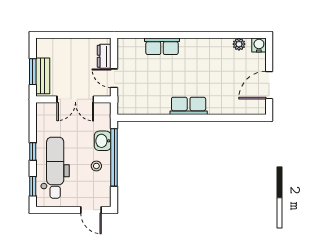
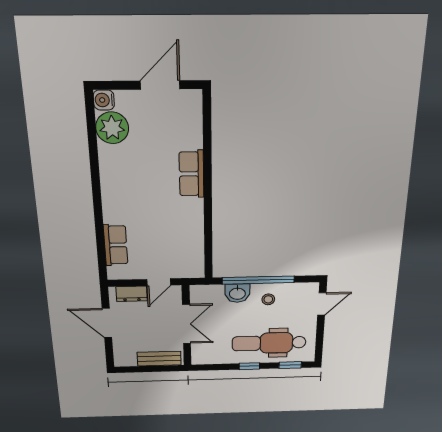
door: (78, 35) -> (107, 323), added
plant: (239, 44) -> (112, 128), width x1.88, depth x1.88
row of seats: (162, 46) -> (116, 245), moved
window: (33, 72) -> (155, 369), removed
door: (269, 85) -> (160, 85), swing flipped
row of seats: (189, 106) -> (191, 174), moved

